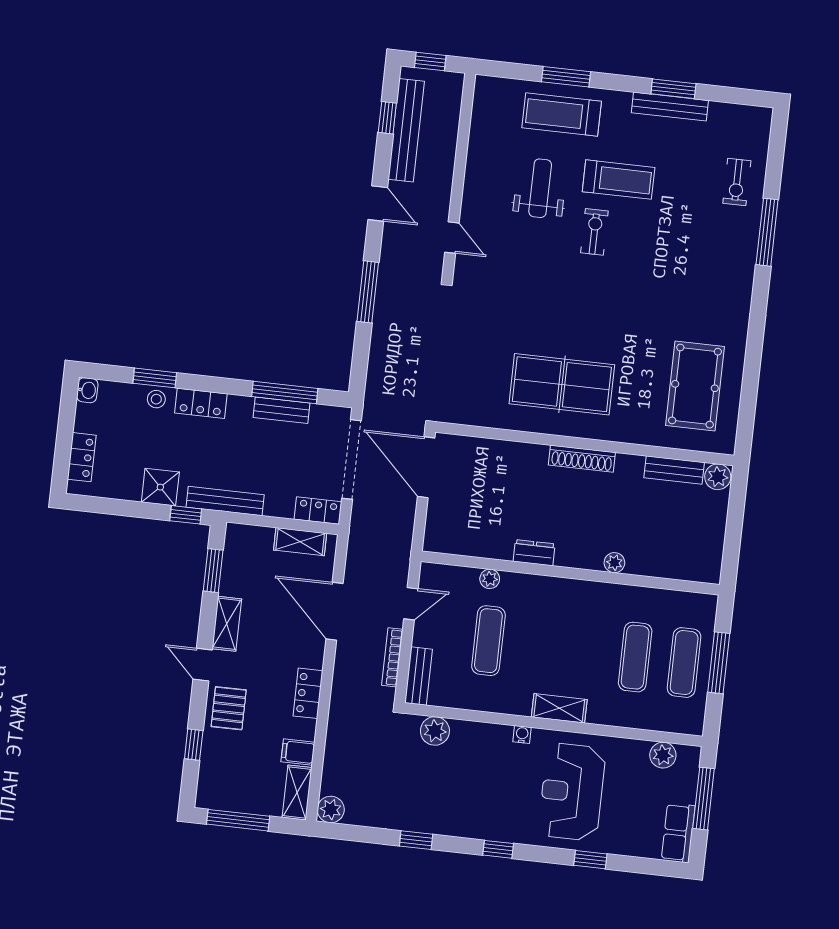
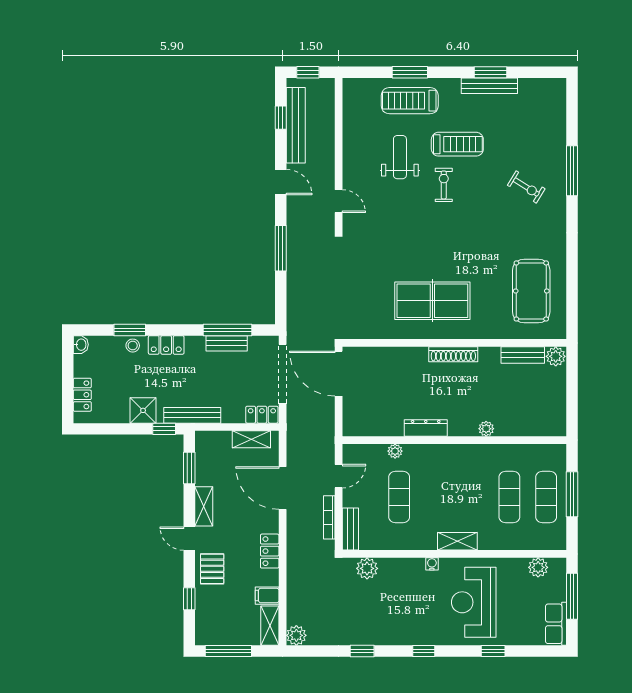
exercise bike: (737, 182) -> (526, 187), moved, turned -58
dresser: (534, 553) -> (426, 428), width x1.44

